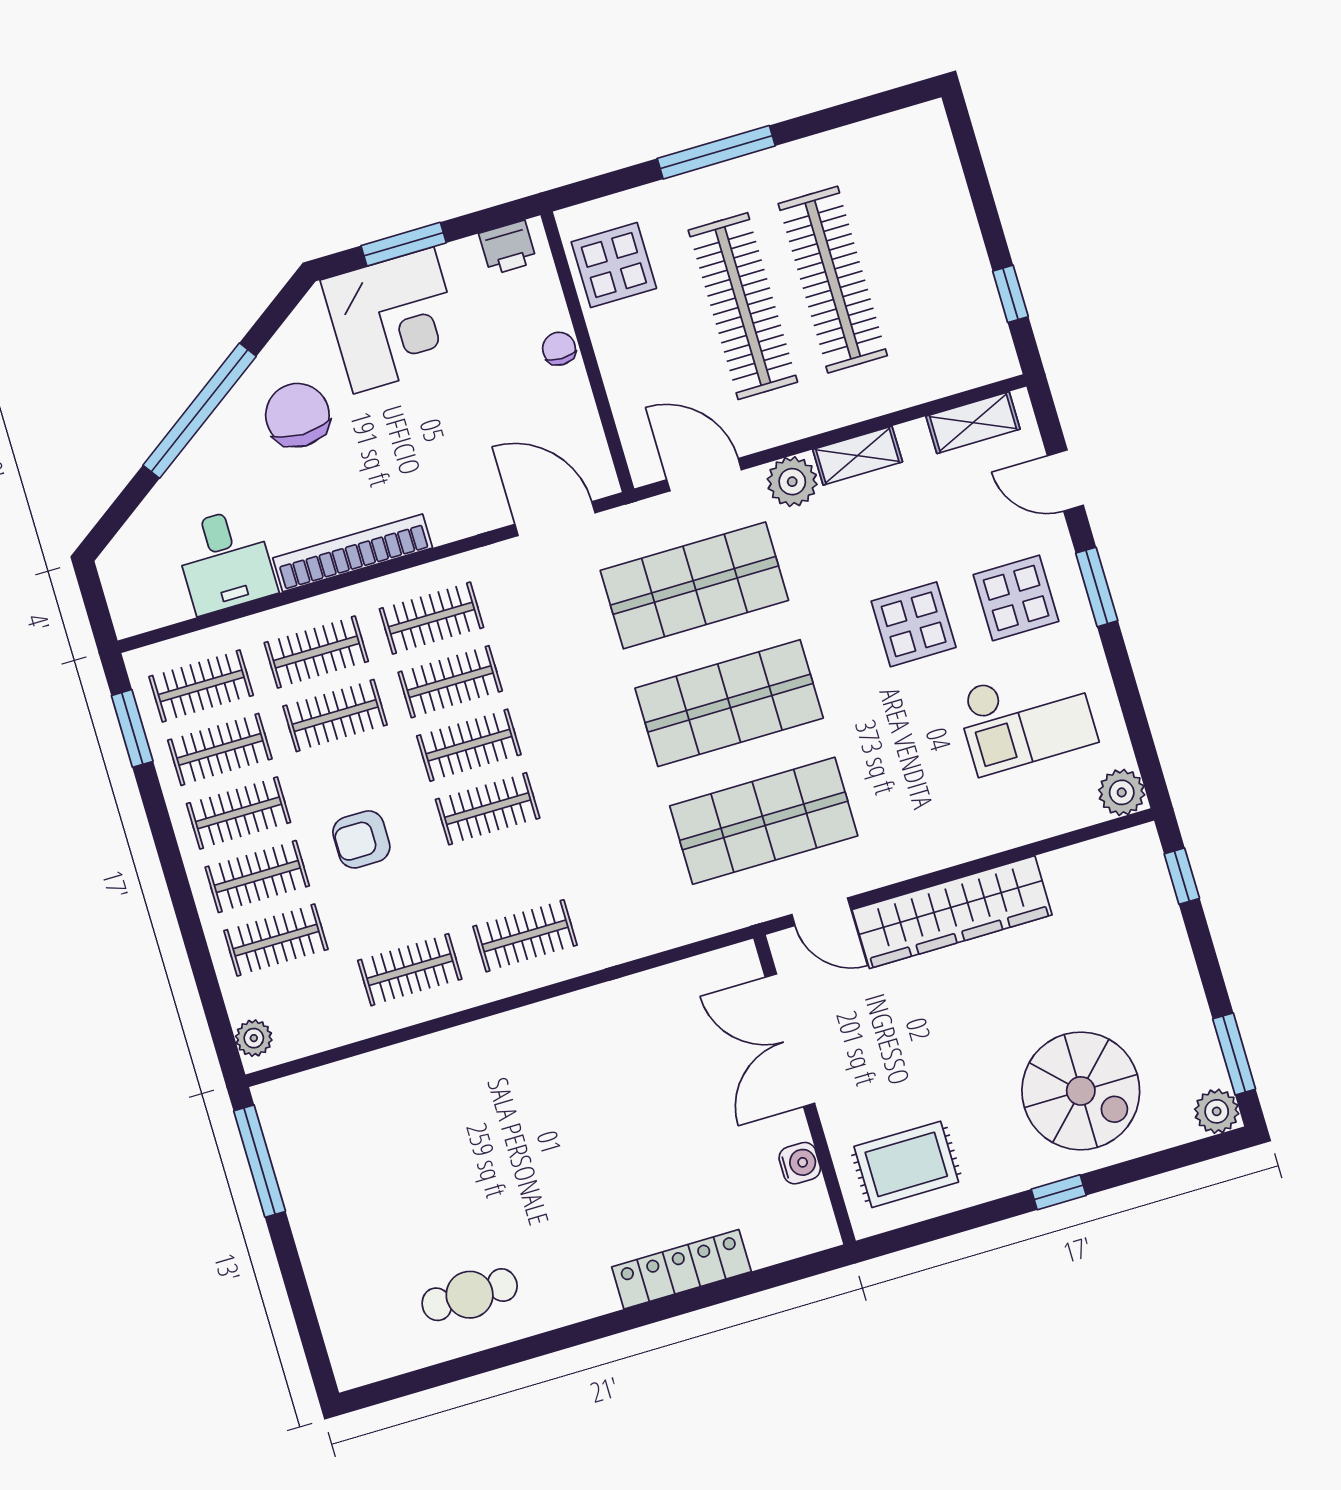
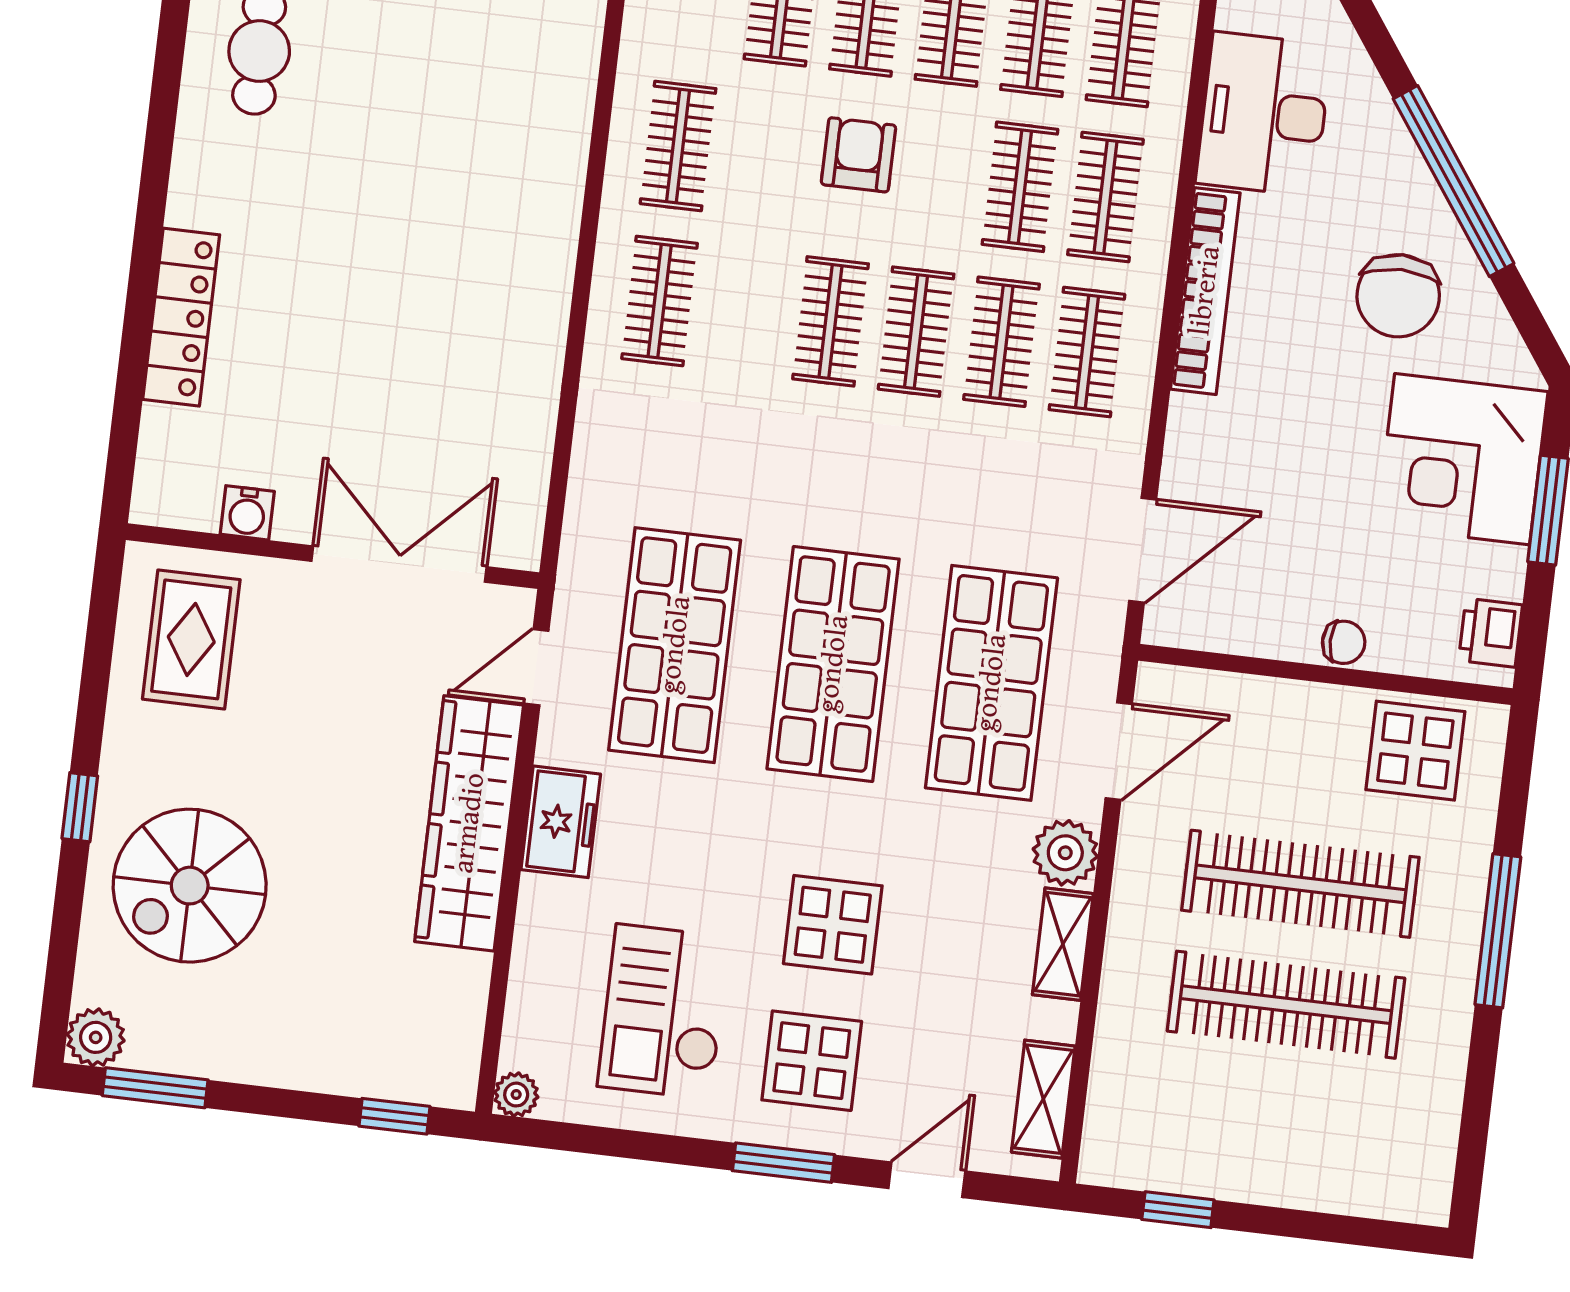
chair: (297, 415) -> (1398, 296), turned 90
desk: (225, 561) -> (1264, 114), width x1.37
plant: (1122, 792) -> (516, 1095), width x0.73, depth x0.73
freezer: (923, 848) -> (561, 822), added

